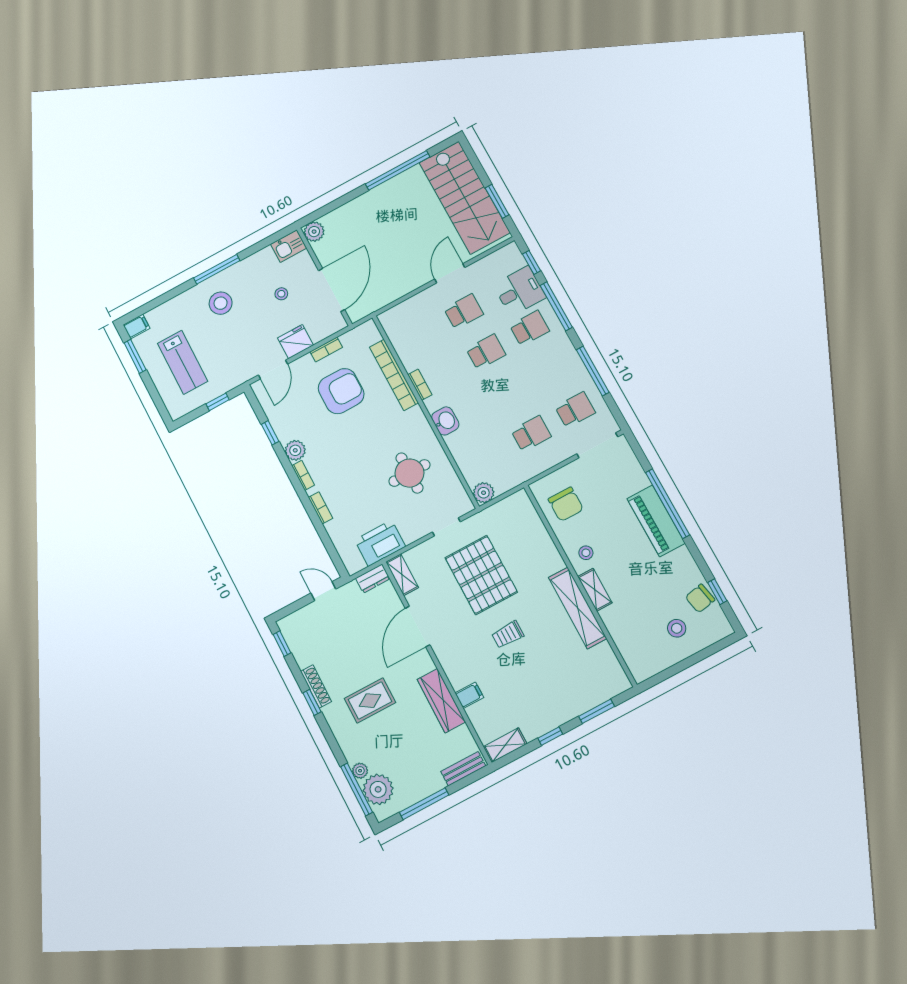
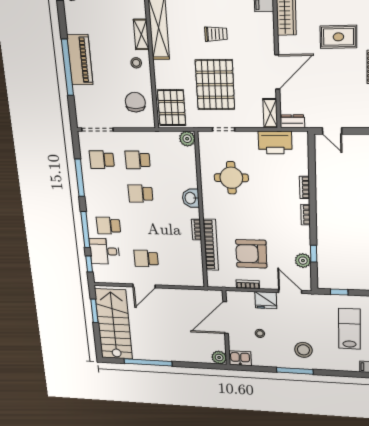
school desk: (486, 352) -> (140, 194), moved
door: (273, 369) -> (290, 291), hinge flipped
plant: (295, 450) -> (303, 261), moved
pallet: (519, 521) -> (171, 108), added

